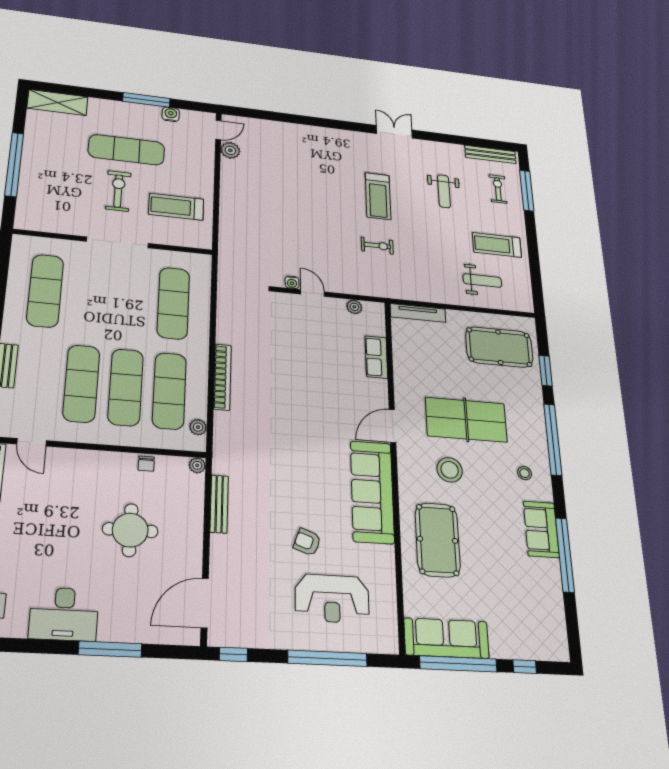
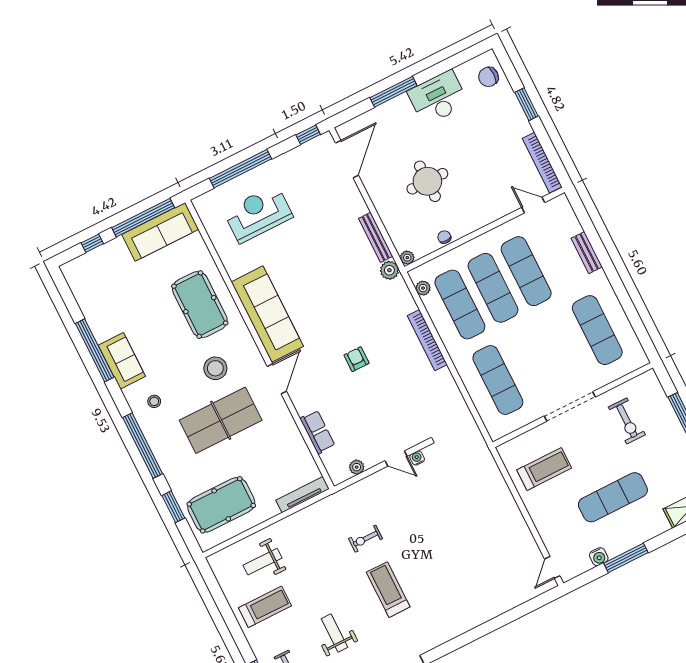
plant: (230, 150) -> (389, 270), moved
exercise bike: (118, 191) -> (627, 421), moved
armchair: (307, 542) -> (357, 359), moved, turned -110

